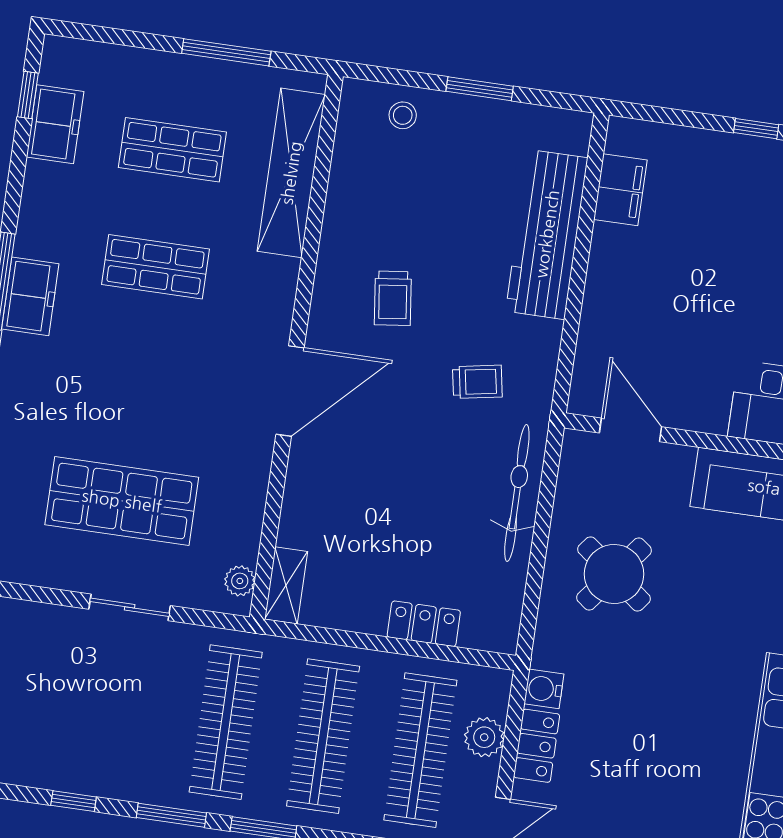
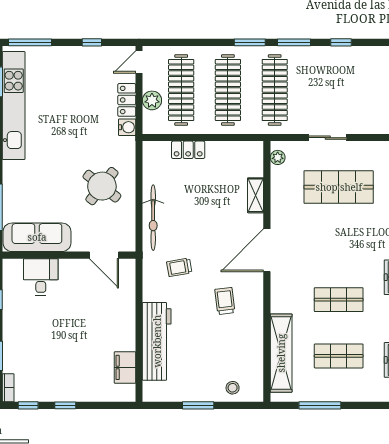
shelving: (286, 585) -> (256, 195), moved

